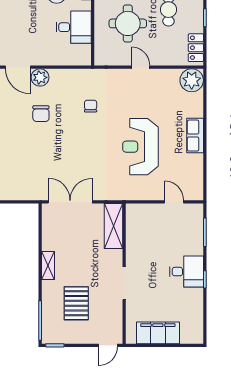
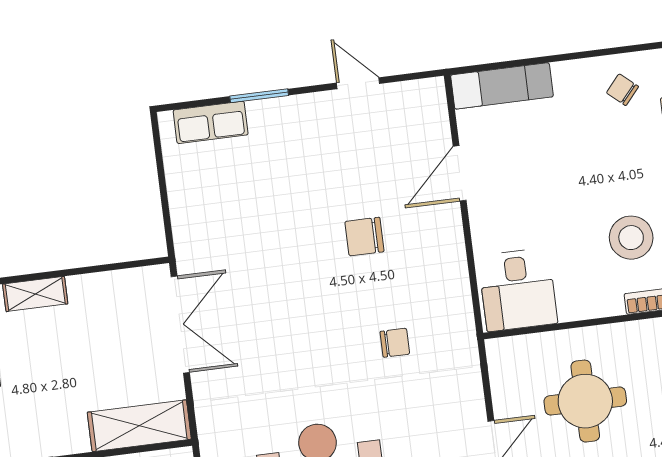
desk: (74, 27) -> (518, 290), moved
plant: (40, 77) -> (443, 225), removed

